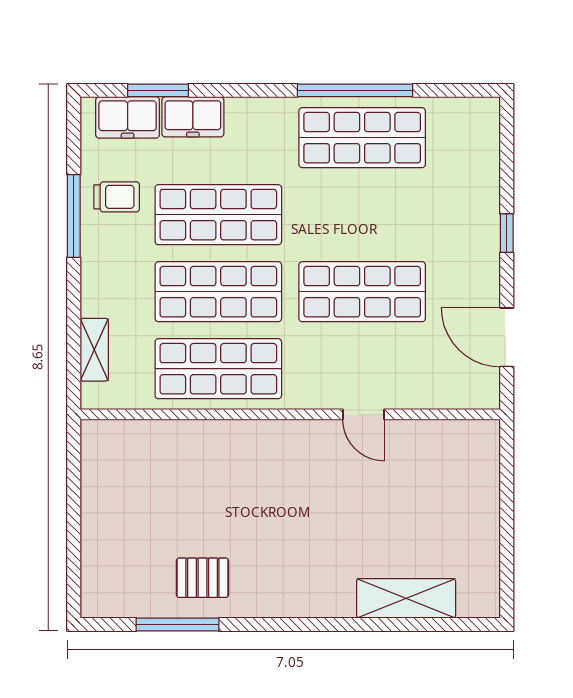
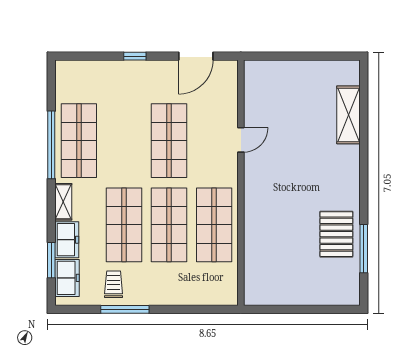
shelving: (94, 350) -> (63, 202), moved, turned 90
pallet: (202, 578) -> (336, 234), width x1.50, depth x1.42

